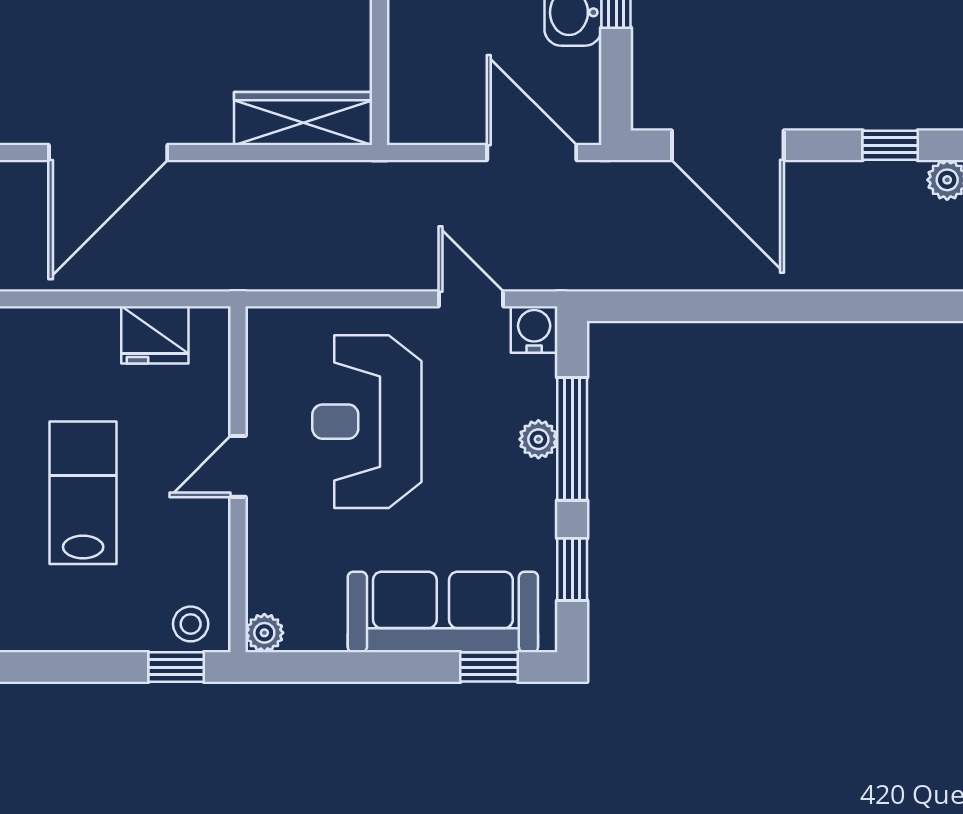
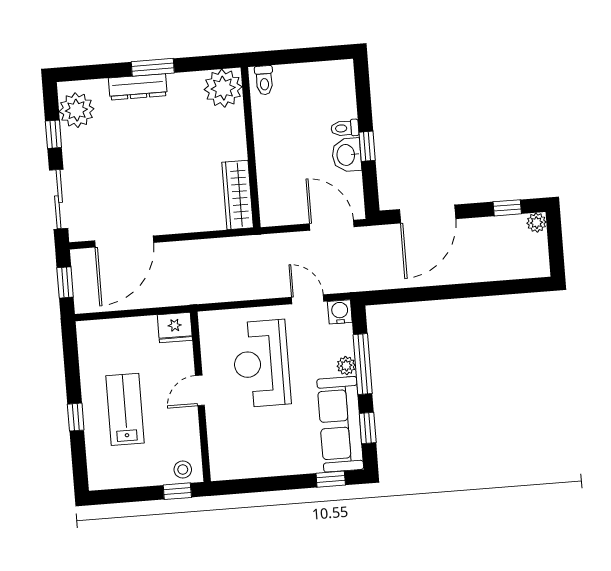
wardrobe: (303, 118) -> (238, 195), moved, turned -90
door: (728, 145) -> (428, 214), hinge flipped
fridge: (155, 335) -> (175, 328), moved
sofa: (443, 612) -> (340, 424), moved, turned -90
plant: (264, 633) -> (219, 471), removed

